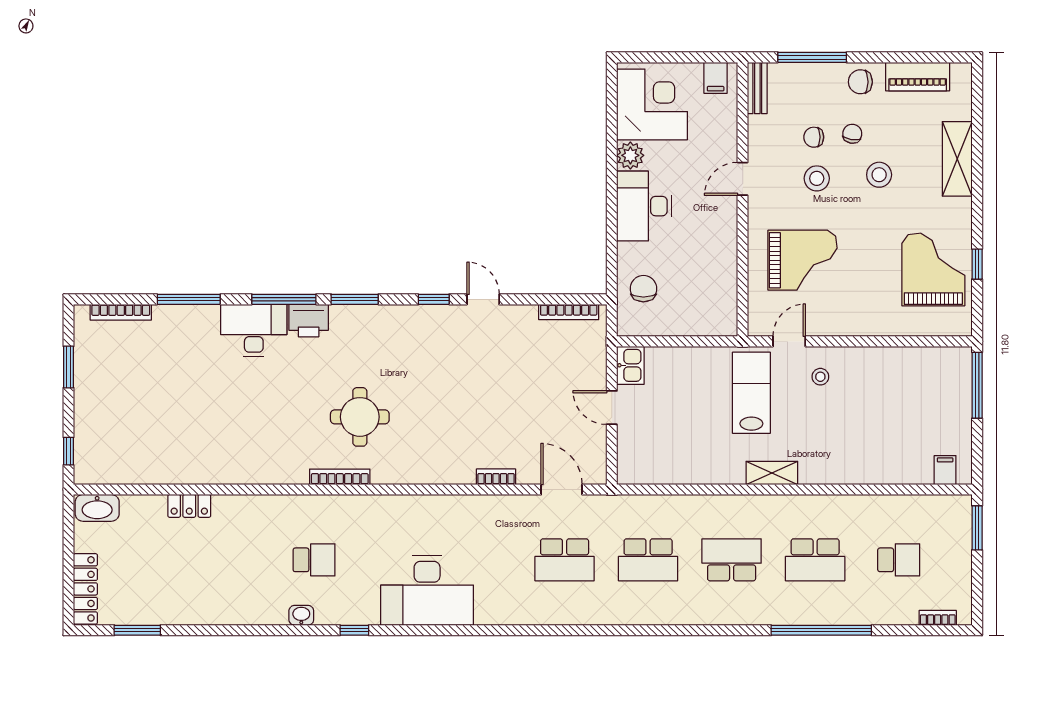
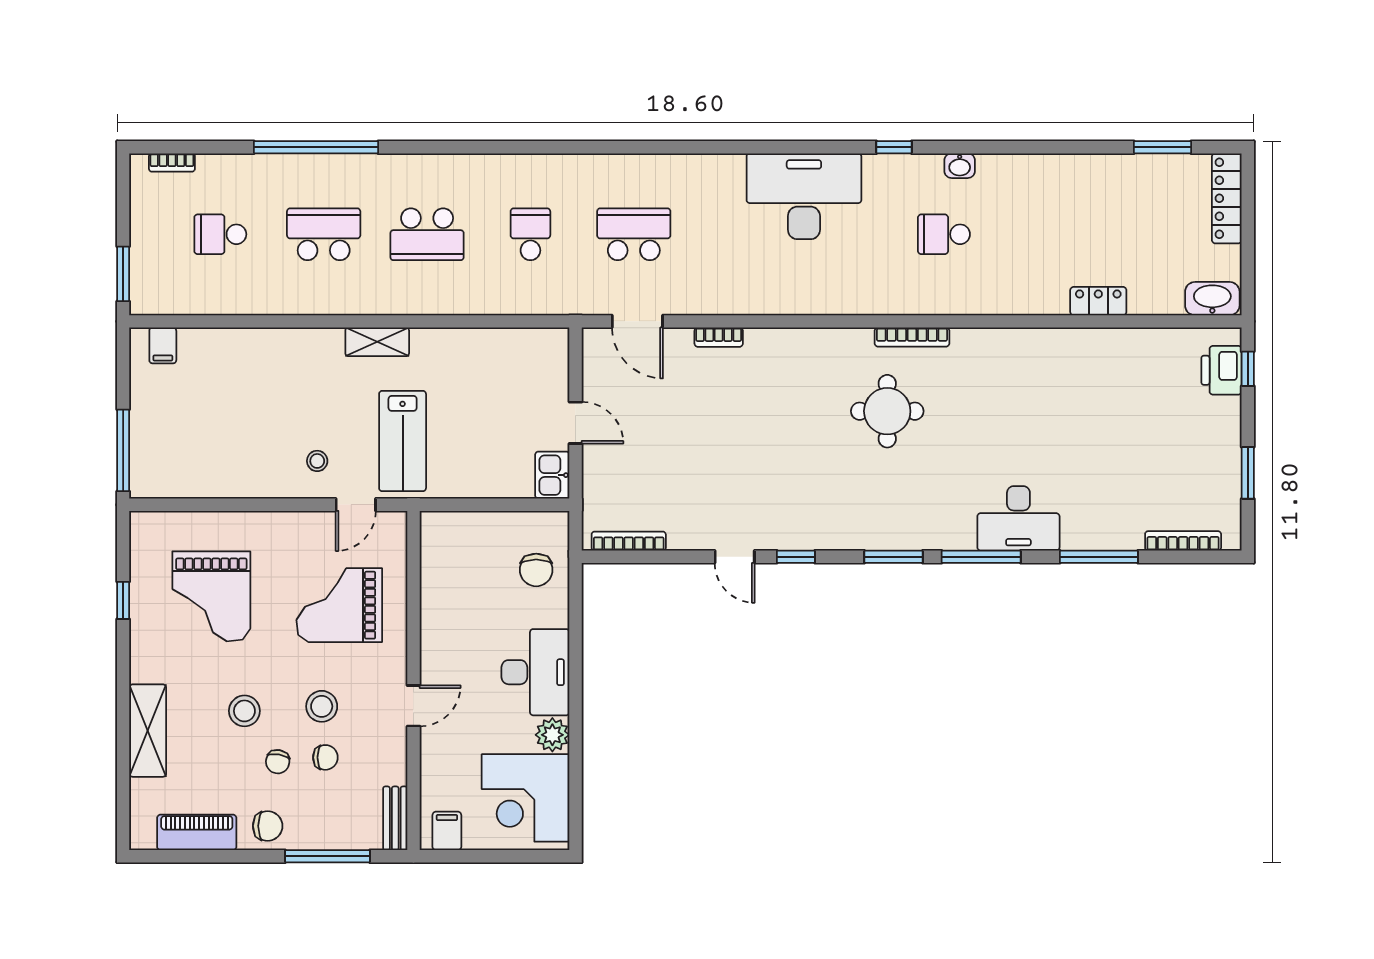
grand piano: (933, 269) -> (211, 596), moved
printer: (309, 321) -> (1222, 370), moved, turned -90
school desk: (648, 560) -> (530, 234), width x0.54

